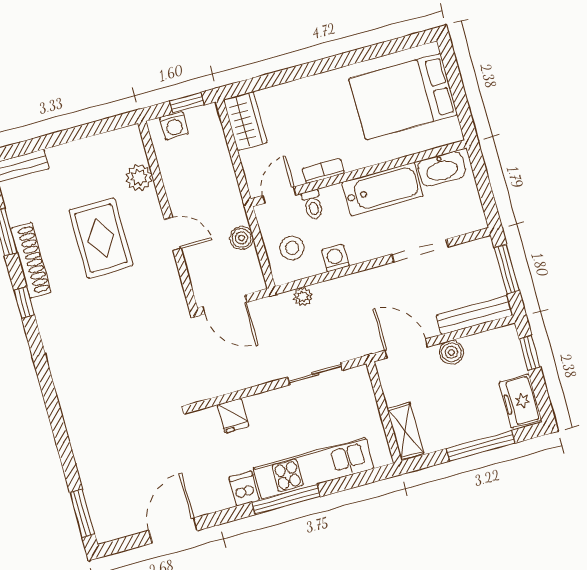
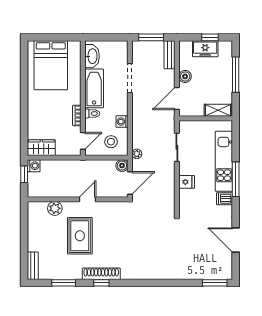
washing machine: (174, 125) -> (34, 166), moved
door: (279, 195) -> (83, 141), swing flipped
toilet: (313, 205) -> (92, 114), moved
rug: (101, 238) -> (80, 236), turned 90
boiler: (241, 238) -> (122, 166), moved
shoe rack: (31, 260) -> (101, 274), moved
plant: (303, 297) -> (137, 154), moved
bench: (474, 315) -> (170, 55), width x0.73
window: (530, 353) -> (210, 37), moved
freezer: (520, 401) -> (205, 49), moved
fridge: (233, 416) -> (187, 182), moved

